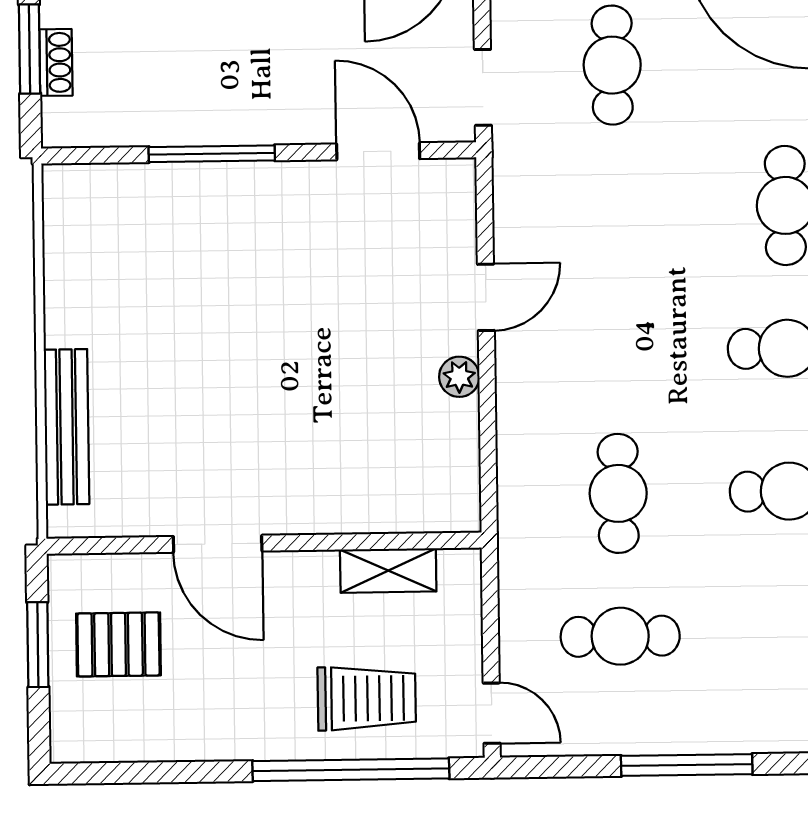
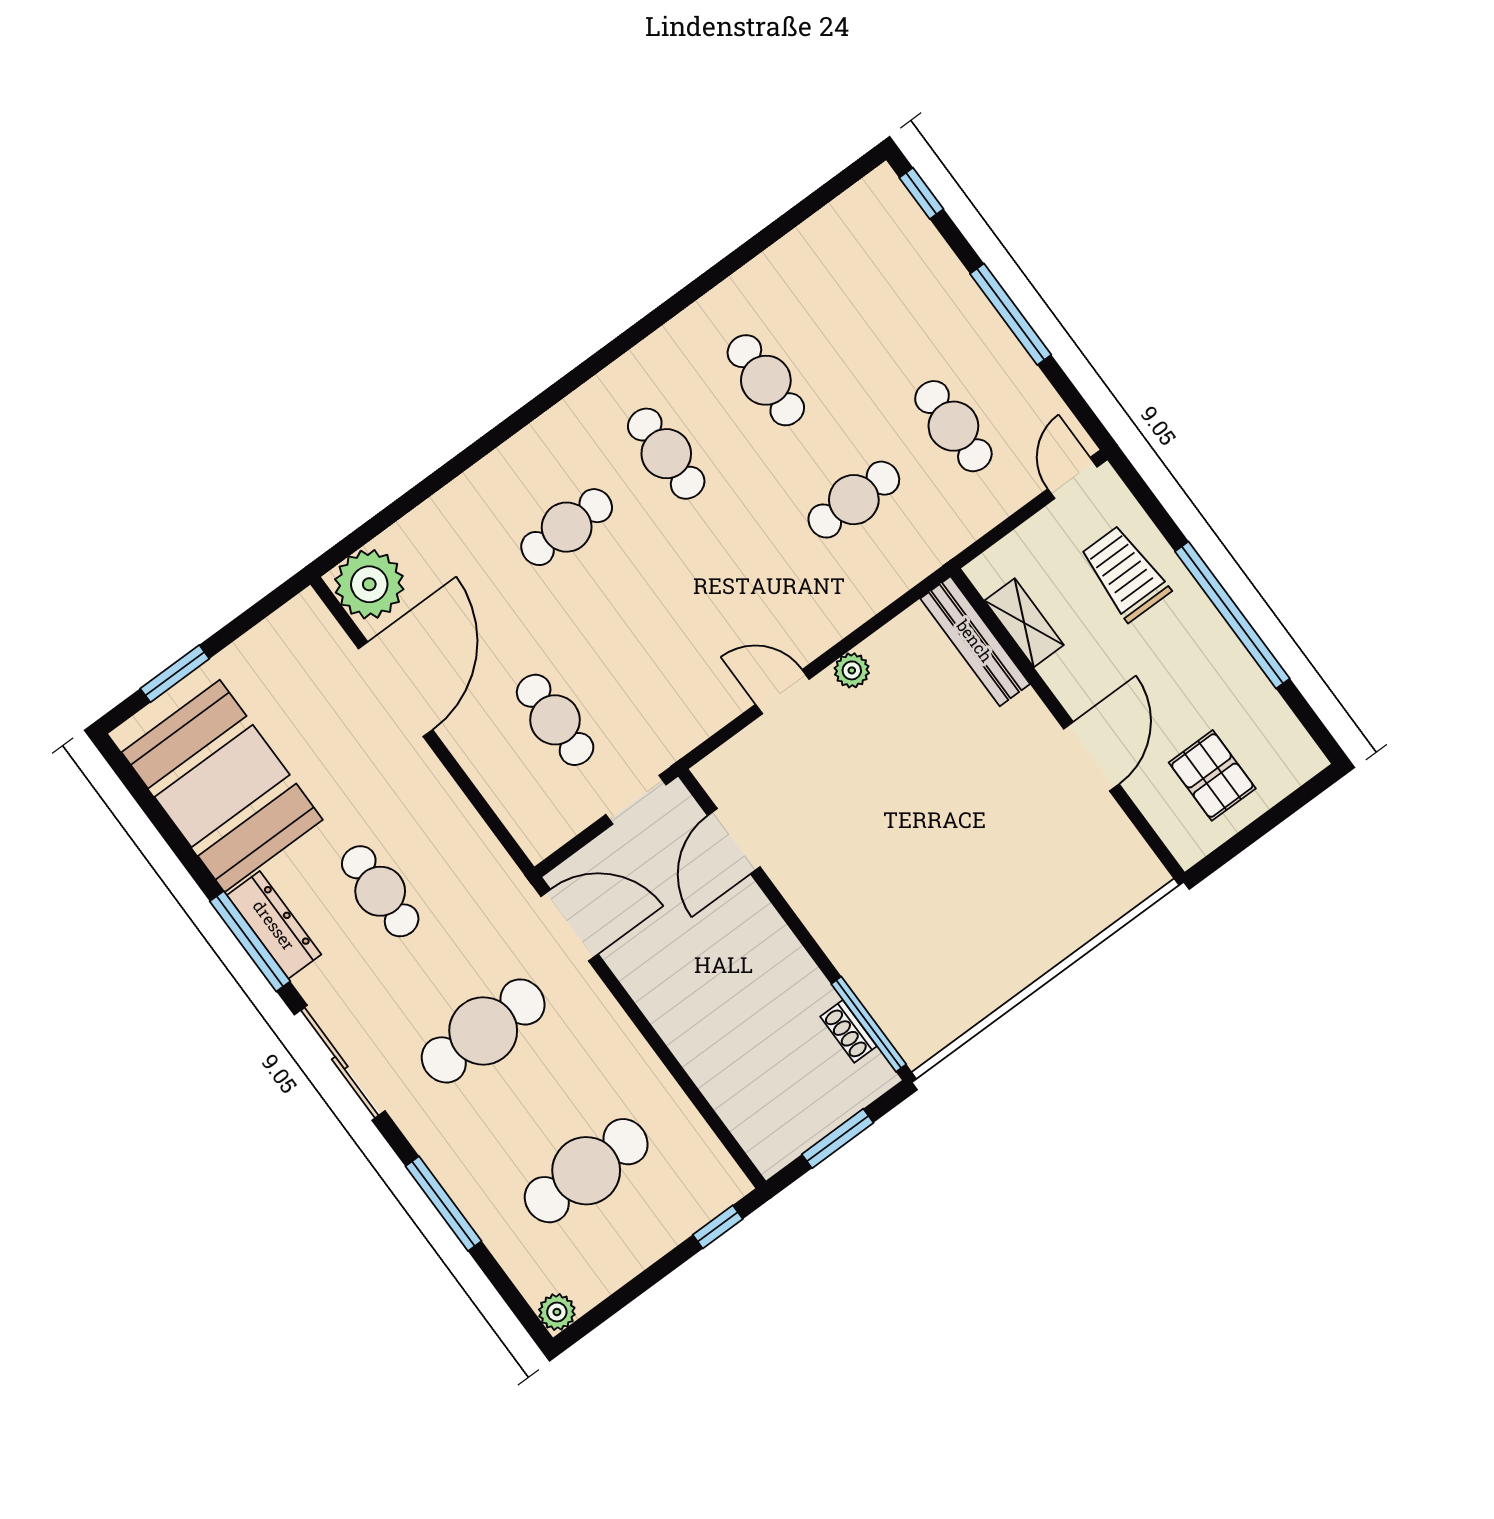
shoe rack: (56, 62) -> (849, 1031), moved, turned -90
cafe table: (612, 65) -> (555, 720), turned 90
window: (212, 154) -> (869, 1024), moved
bench: (67, 427) -> (975, 641), moved, turned 90
window: (38, 645) -> (1253, 832), removed
window: (351, 770) -> (1232, 615), moved

